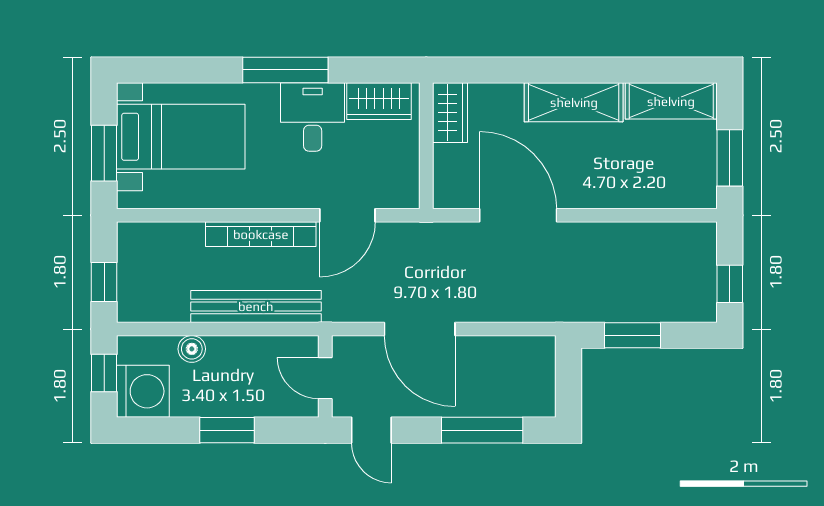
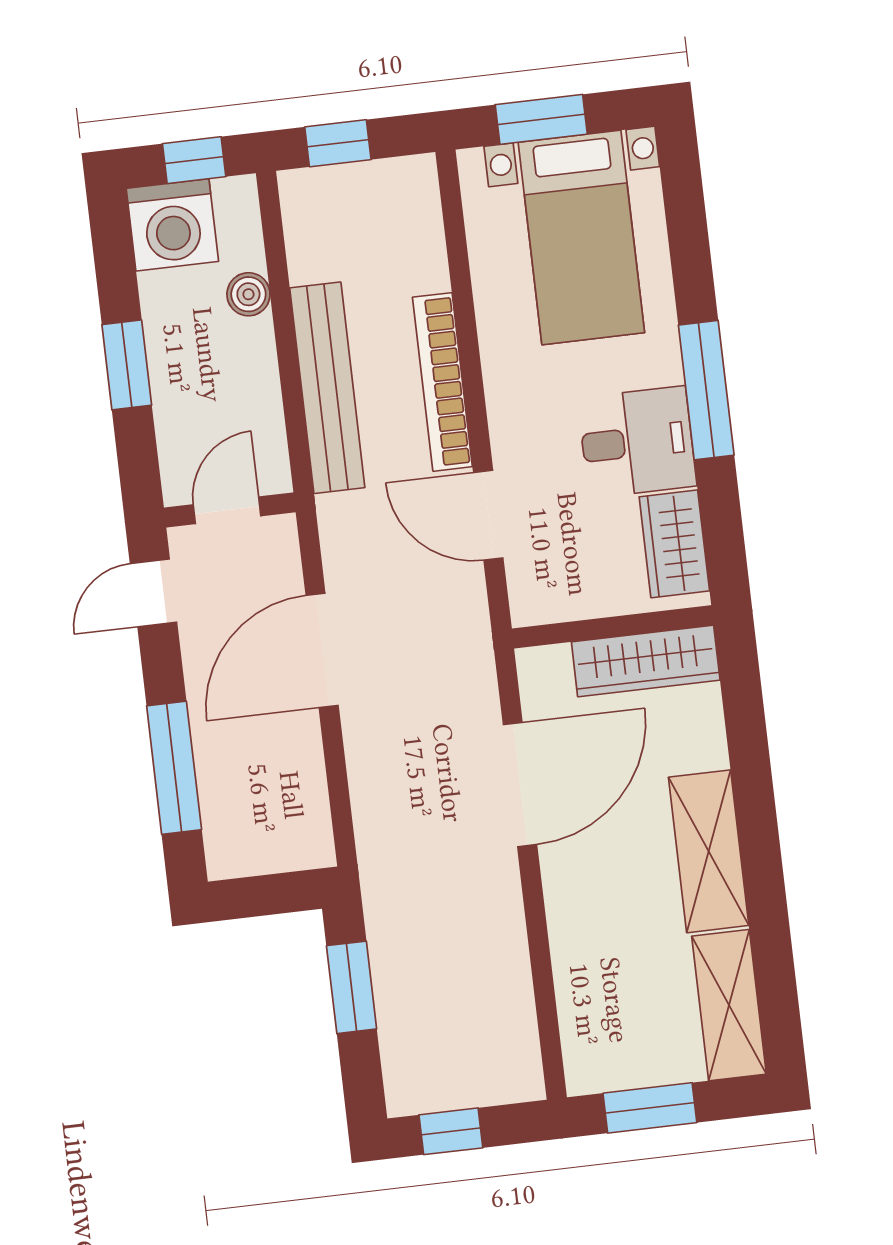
wardrobe: (450, 113) -> (646, 661), width x1.50

